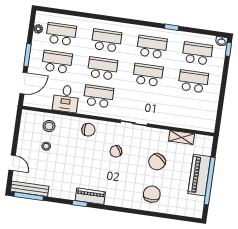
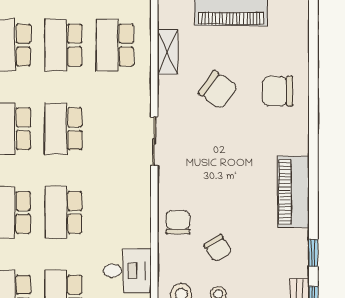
school desk: (98, 96) -> (115, 45), moved
chair: (116, 151) -> (218, 248), moved
piano: (90, 196) -> (293, 192), width x1.37, depth x1.33
window: (80, 204) -> (313, 253), moved

